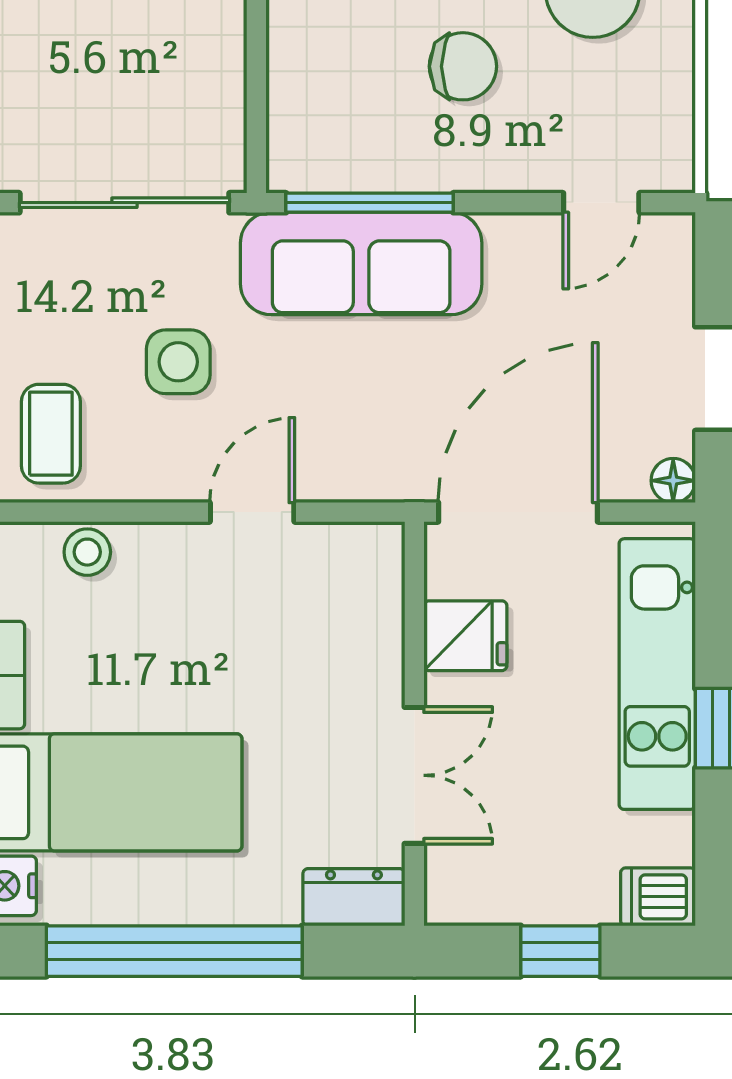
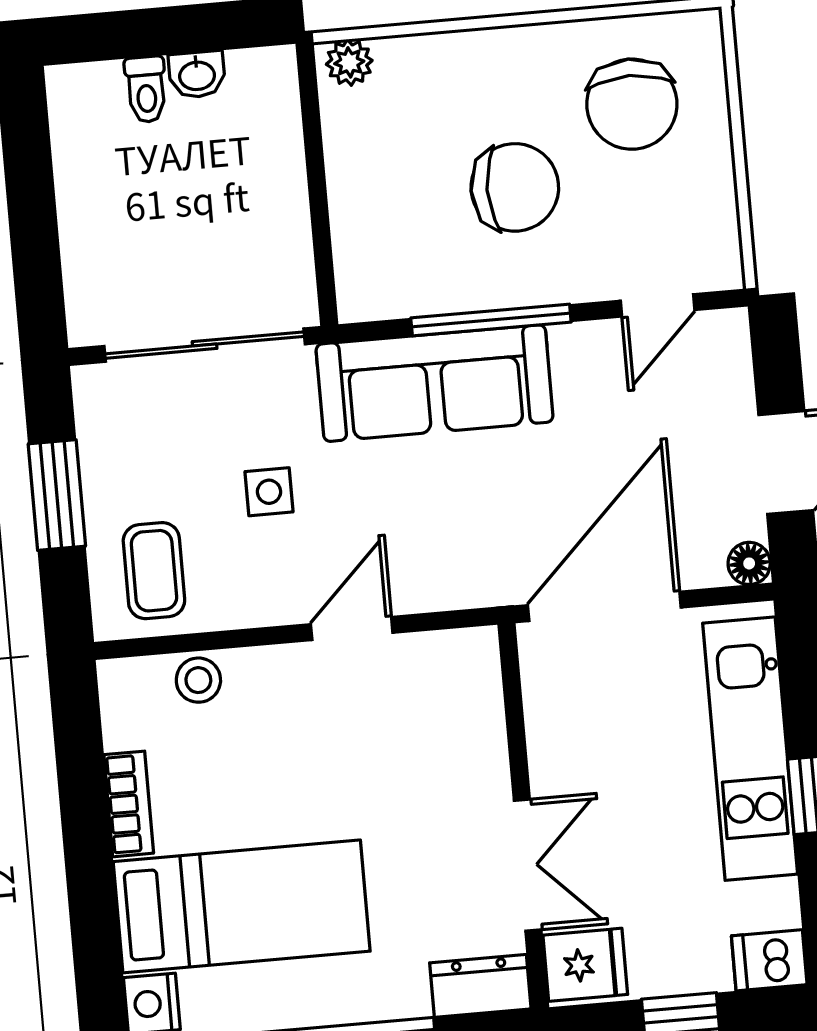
chair: (463, 66) -> (515, 187), width x1.37, depth x1.37
window: (370, 203) -> (491, 320), moved
side table: (178, 362) -> (269, 492), width x0.73, depth x0.73
fridge: (465, 636) -> (585, 965), moved

